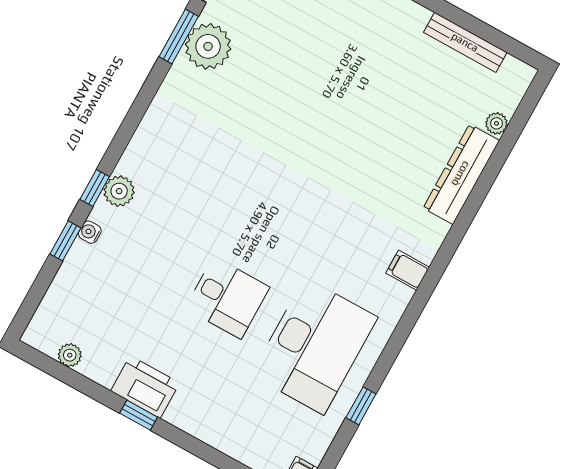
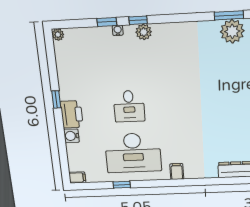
filing cabinet: (408, 270) -> (177, 171), moved
plant: (70, 355) -> (58, 35), moved
printer: (145, 387) -> (72, 114), moved
water cooler: (218, 434) -> (71, 136), added

